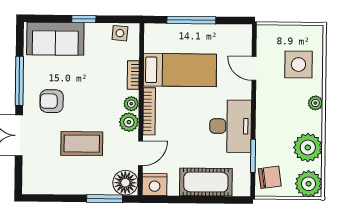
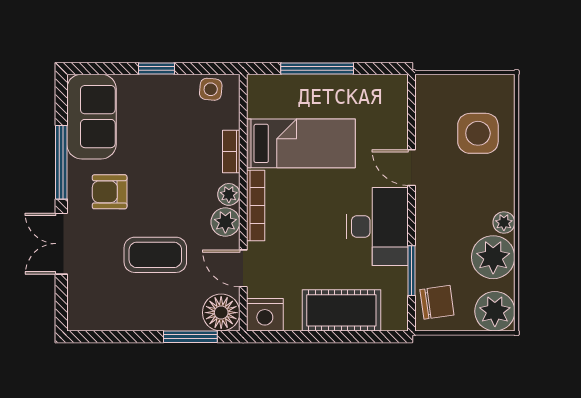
sofa: (55, 39) -> (91, 117), moved, turned -90
door: (254, 68) -> (411, 168), moved
plant: (315, 103) -> (504, 222), moved
door: (140, 153) -> (243, 268), swing flipped

